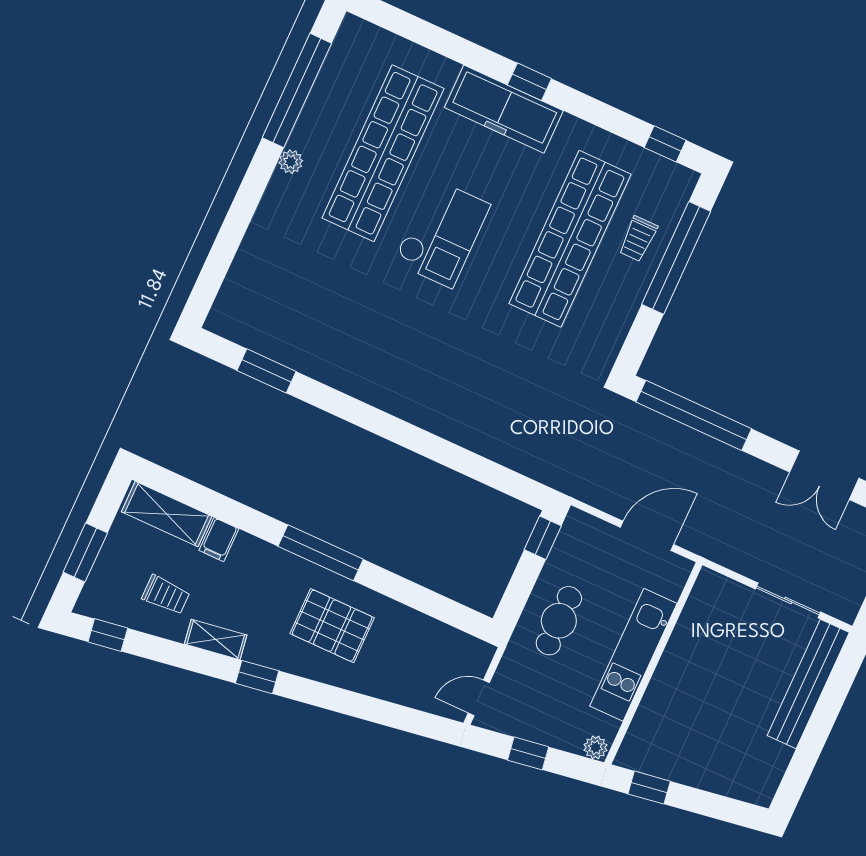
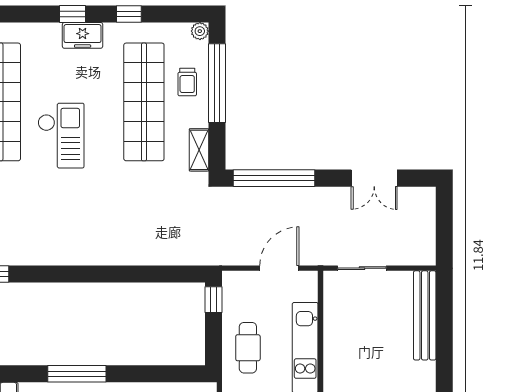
freezer: (504, 109) -> (83, 35), width x0.52, depth x0.79
window: (665, 144) -> (129, 14), moved
plant: (685, 180) -> (200, 31), added
shelving: (613, 334) -> (199, 150), added
sliding door: (788, 600) -> (362, 268), moved

